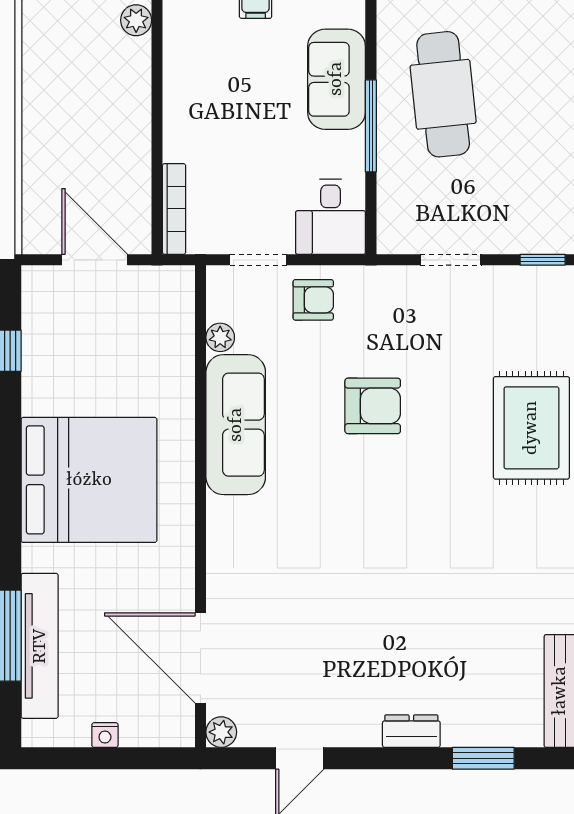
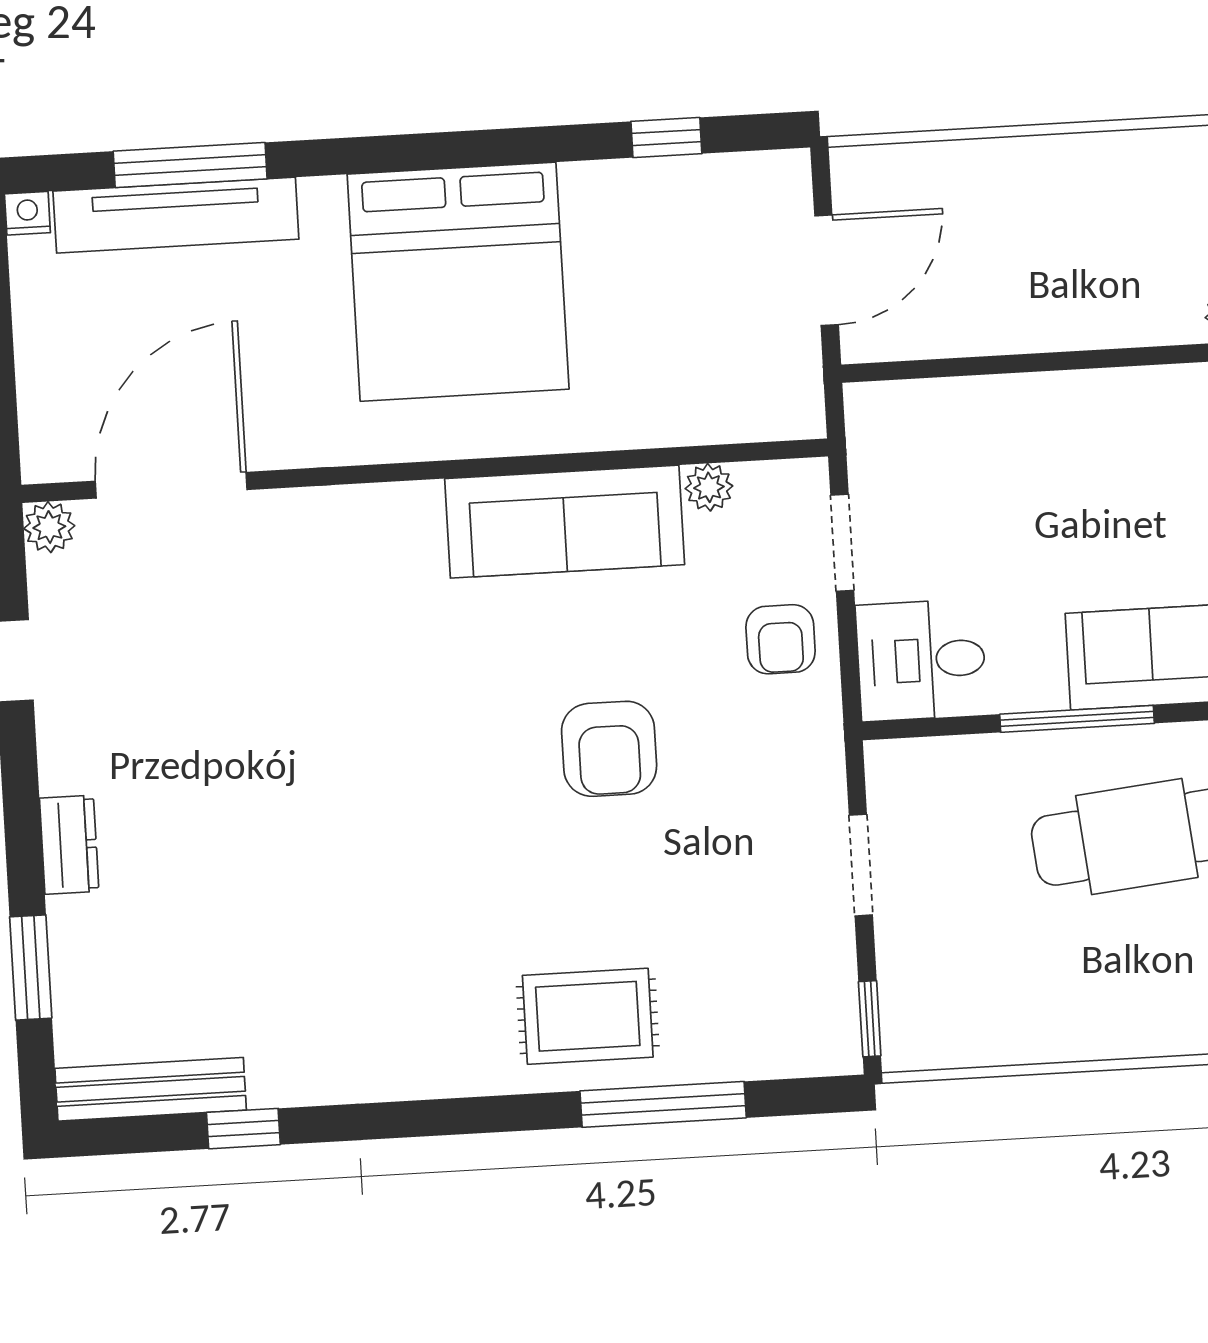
bookcase: (174, 209) -> (919, 398), removed
rug: (531, 428) -> (588, 1016), width x0.73, depth x0.70
nightstand: (105, 735) -> (27, 213), moved, turned 90

